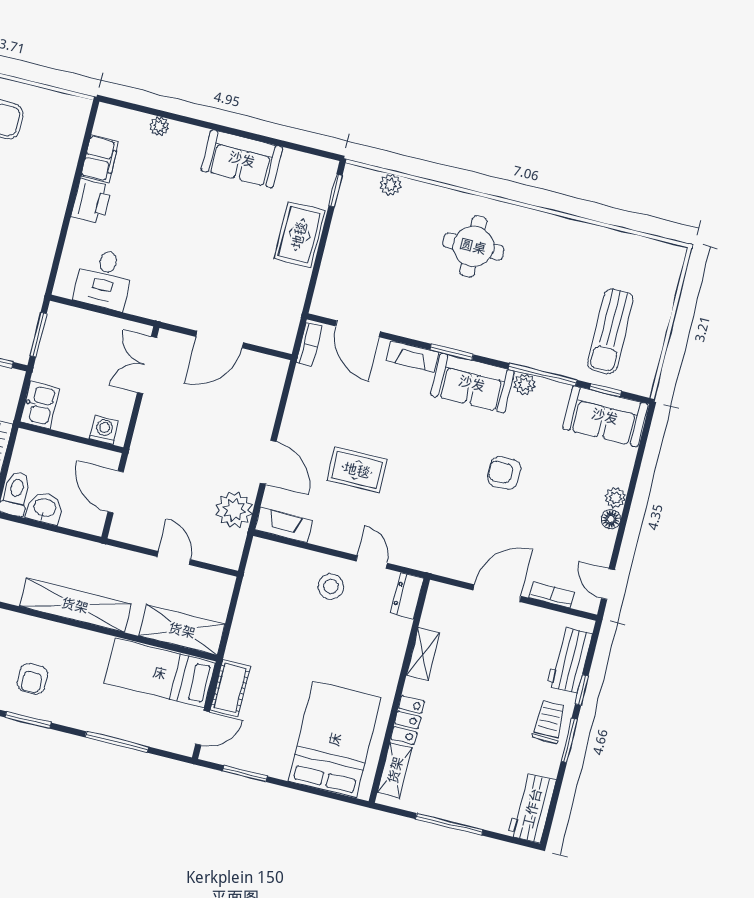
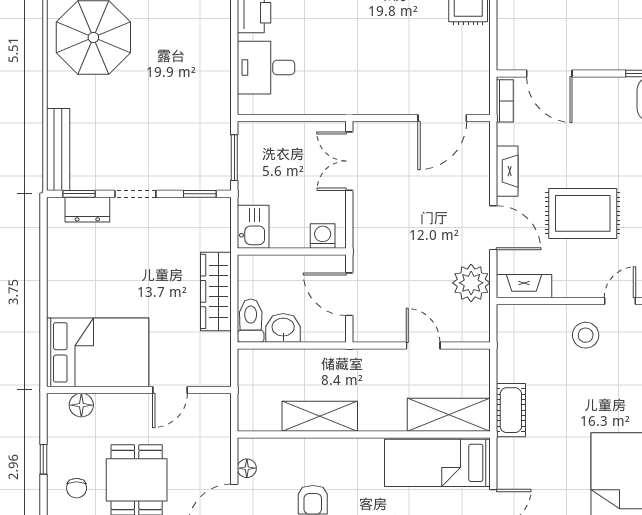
desk: (104, 279) -> (266, 68), moved, turned 90
door: (220, 340) -> (442, 118), moved
fireplace: (412, 356) -> (507, 171), moved, turned -90
rug: (357, 470) -> (583, 213), width x1.36, depth x1.43
door: (372, 562) -> (620, 301), hinge flipped
shelving: (75, 605) -> (320, 416), width x0.68
cot: (230, 688) -> (511, 410), moved

